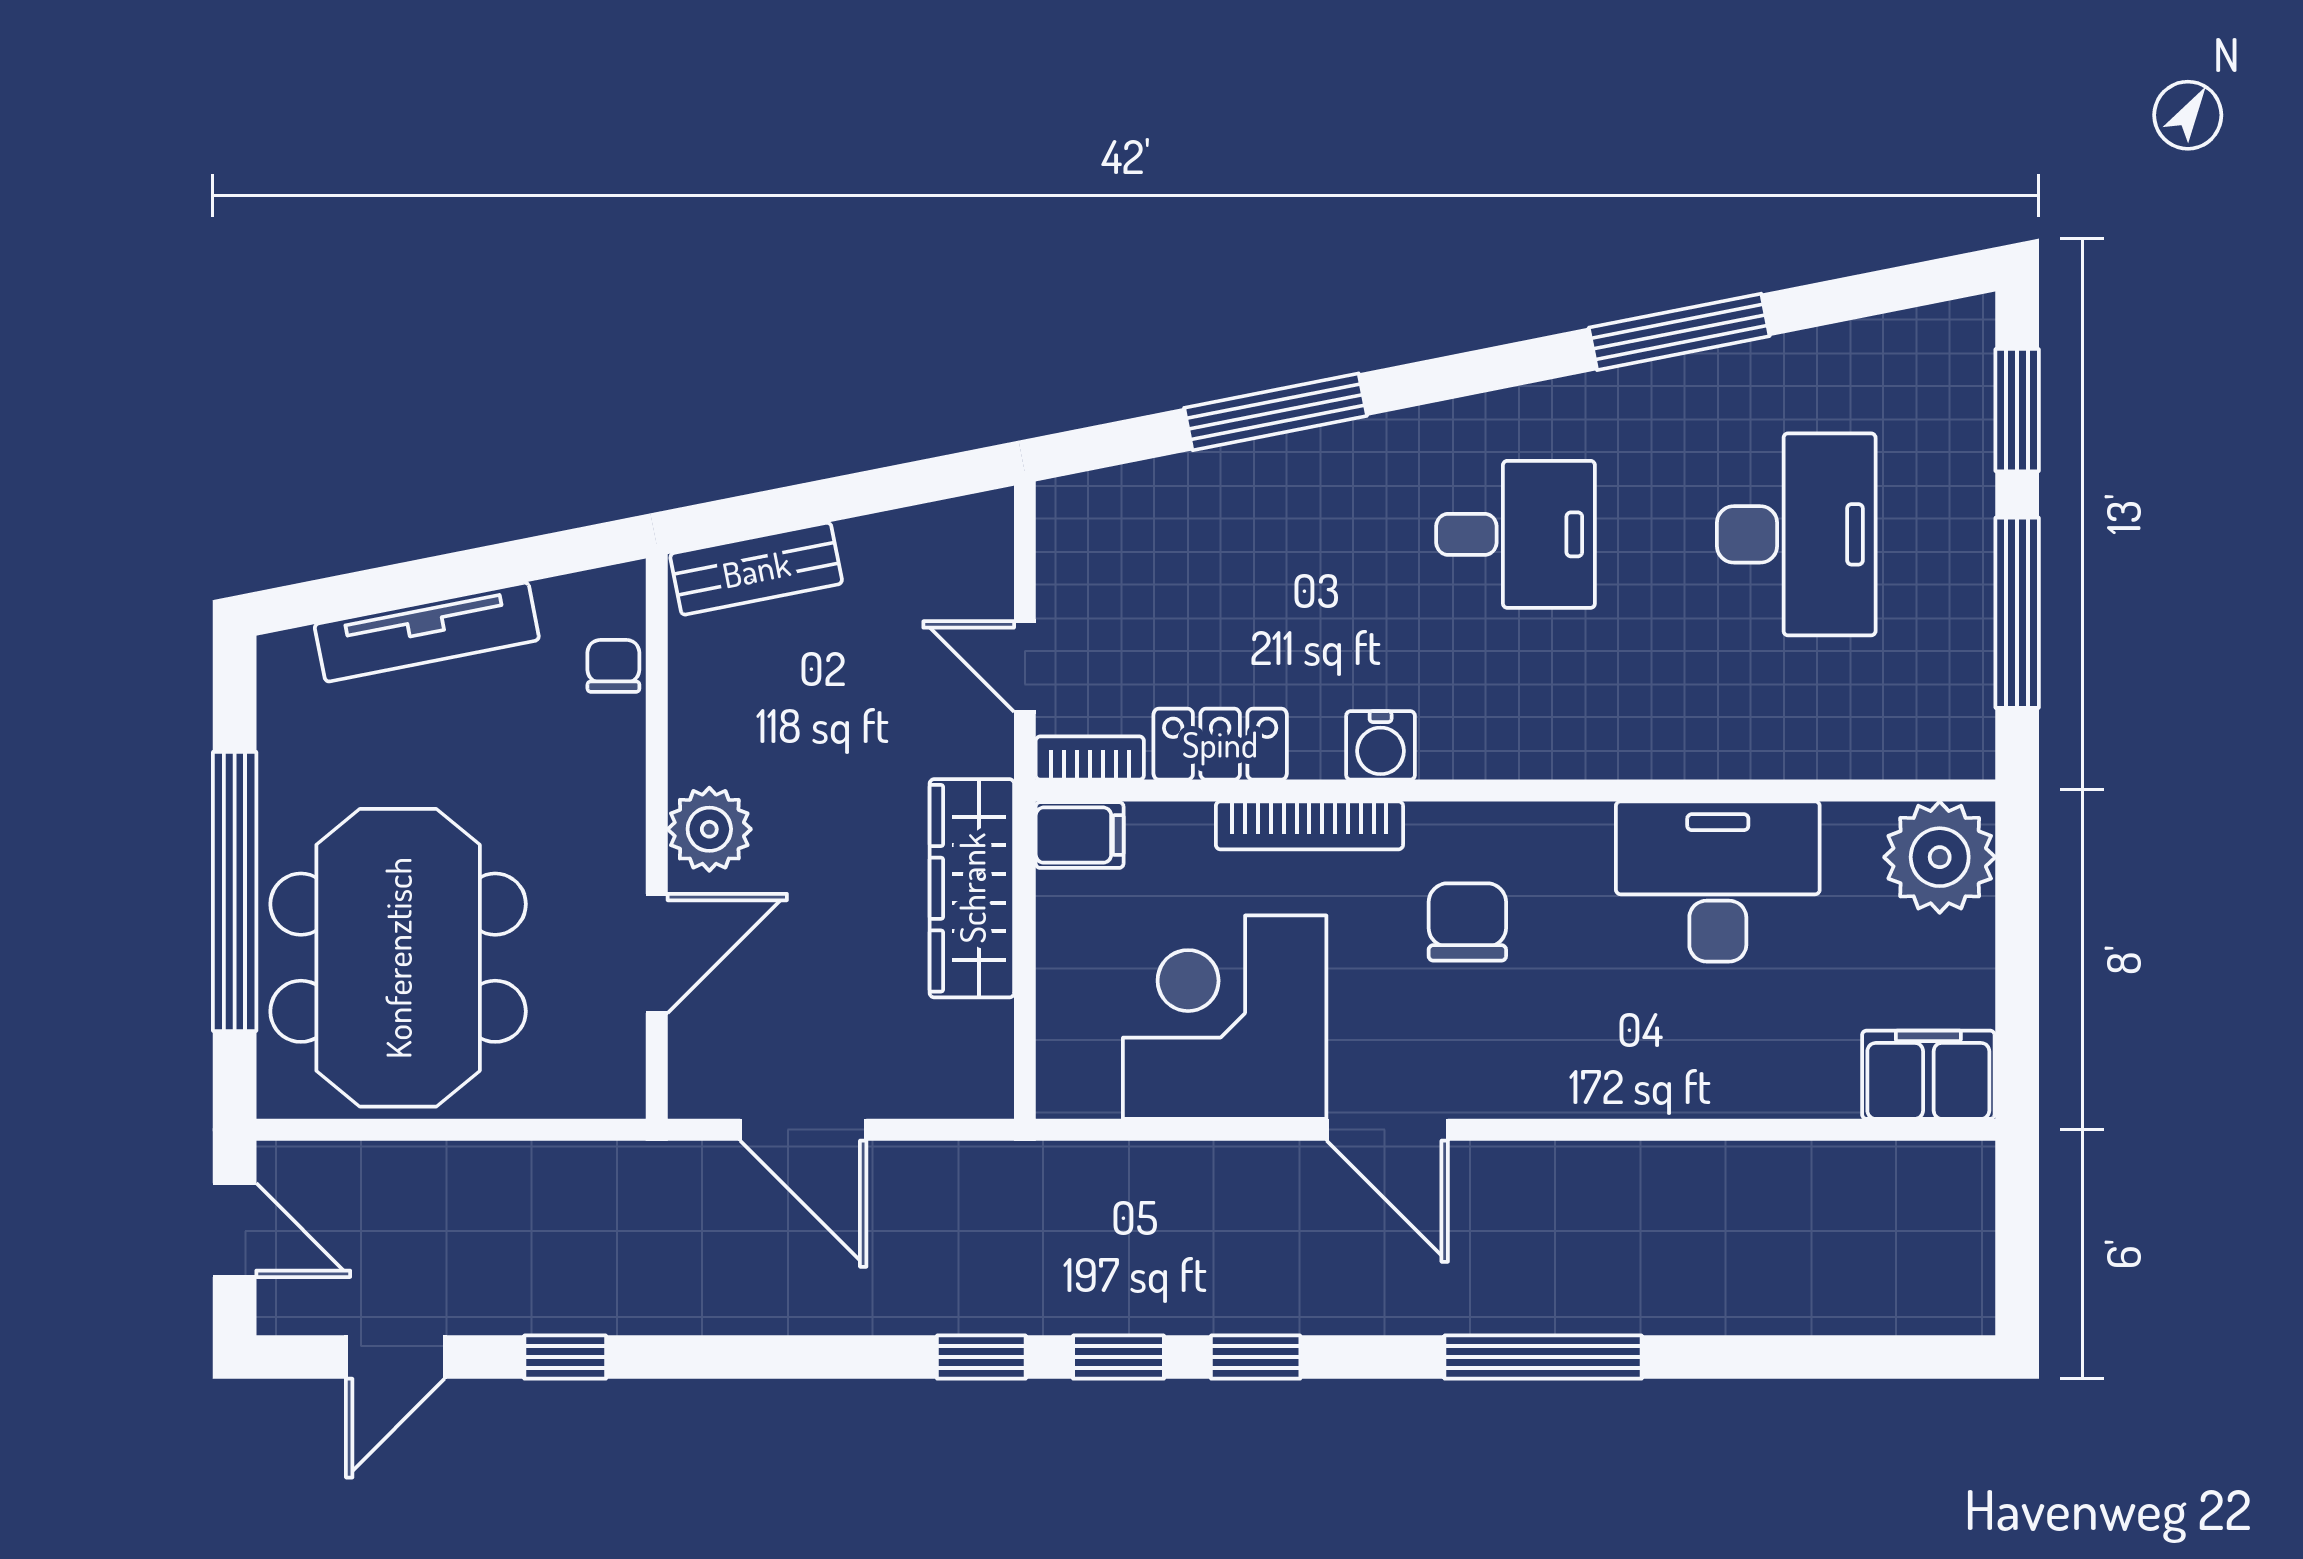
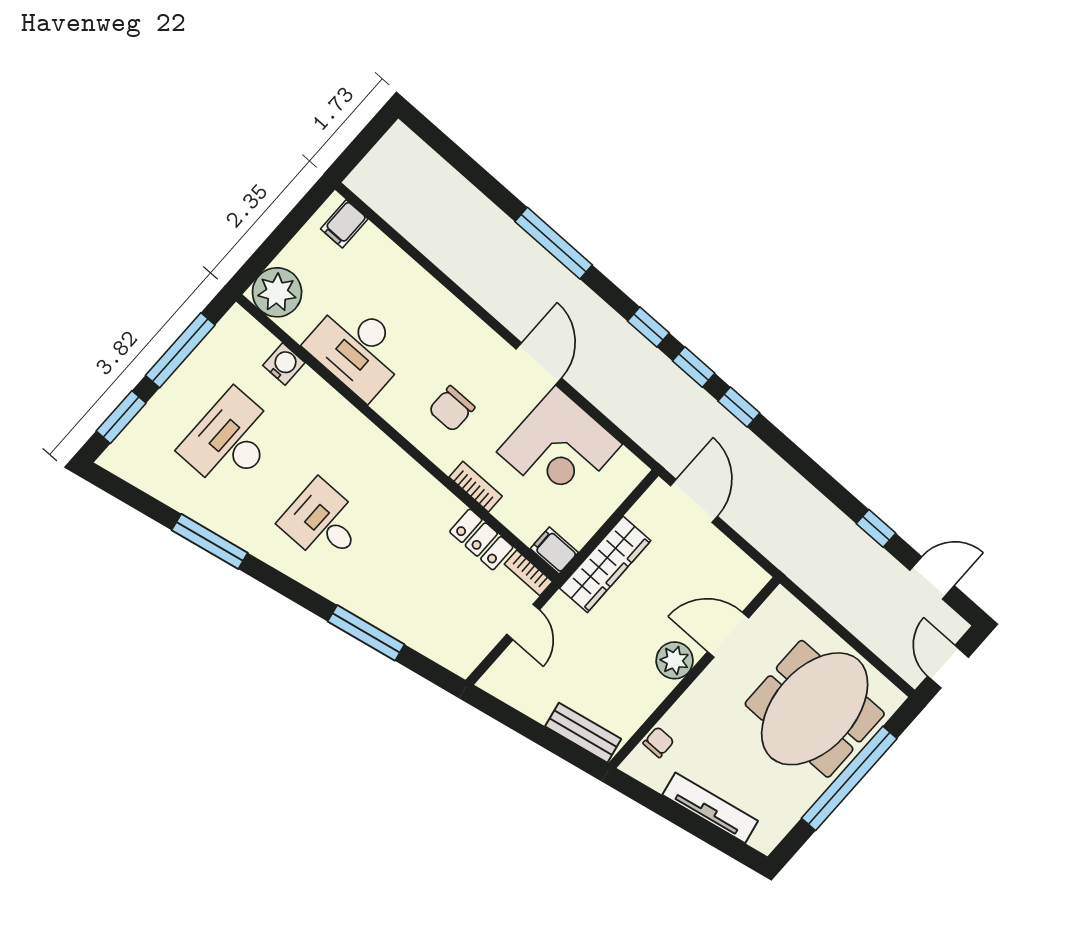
chair: (613, 666) -> (659, 742), turned 180
water cooler: (1381, 745) -> (284, 364), moved
bookcase: (1309, 825) -> (476, 487), width x0.64
filing cabinet: (1928, 1075) -> (344, 224), width x0.50
door: (803, 1130) -> (694, 501), moved

